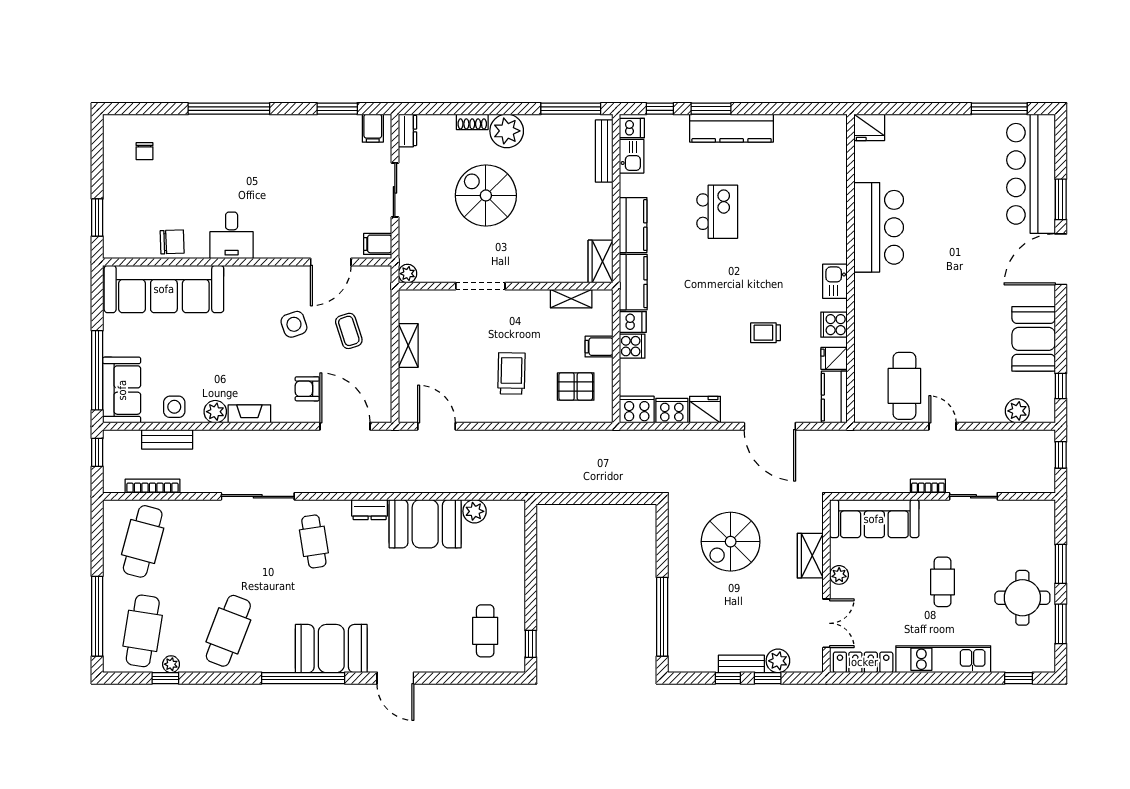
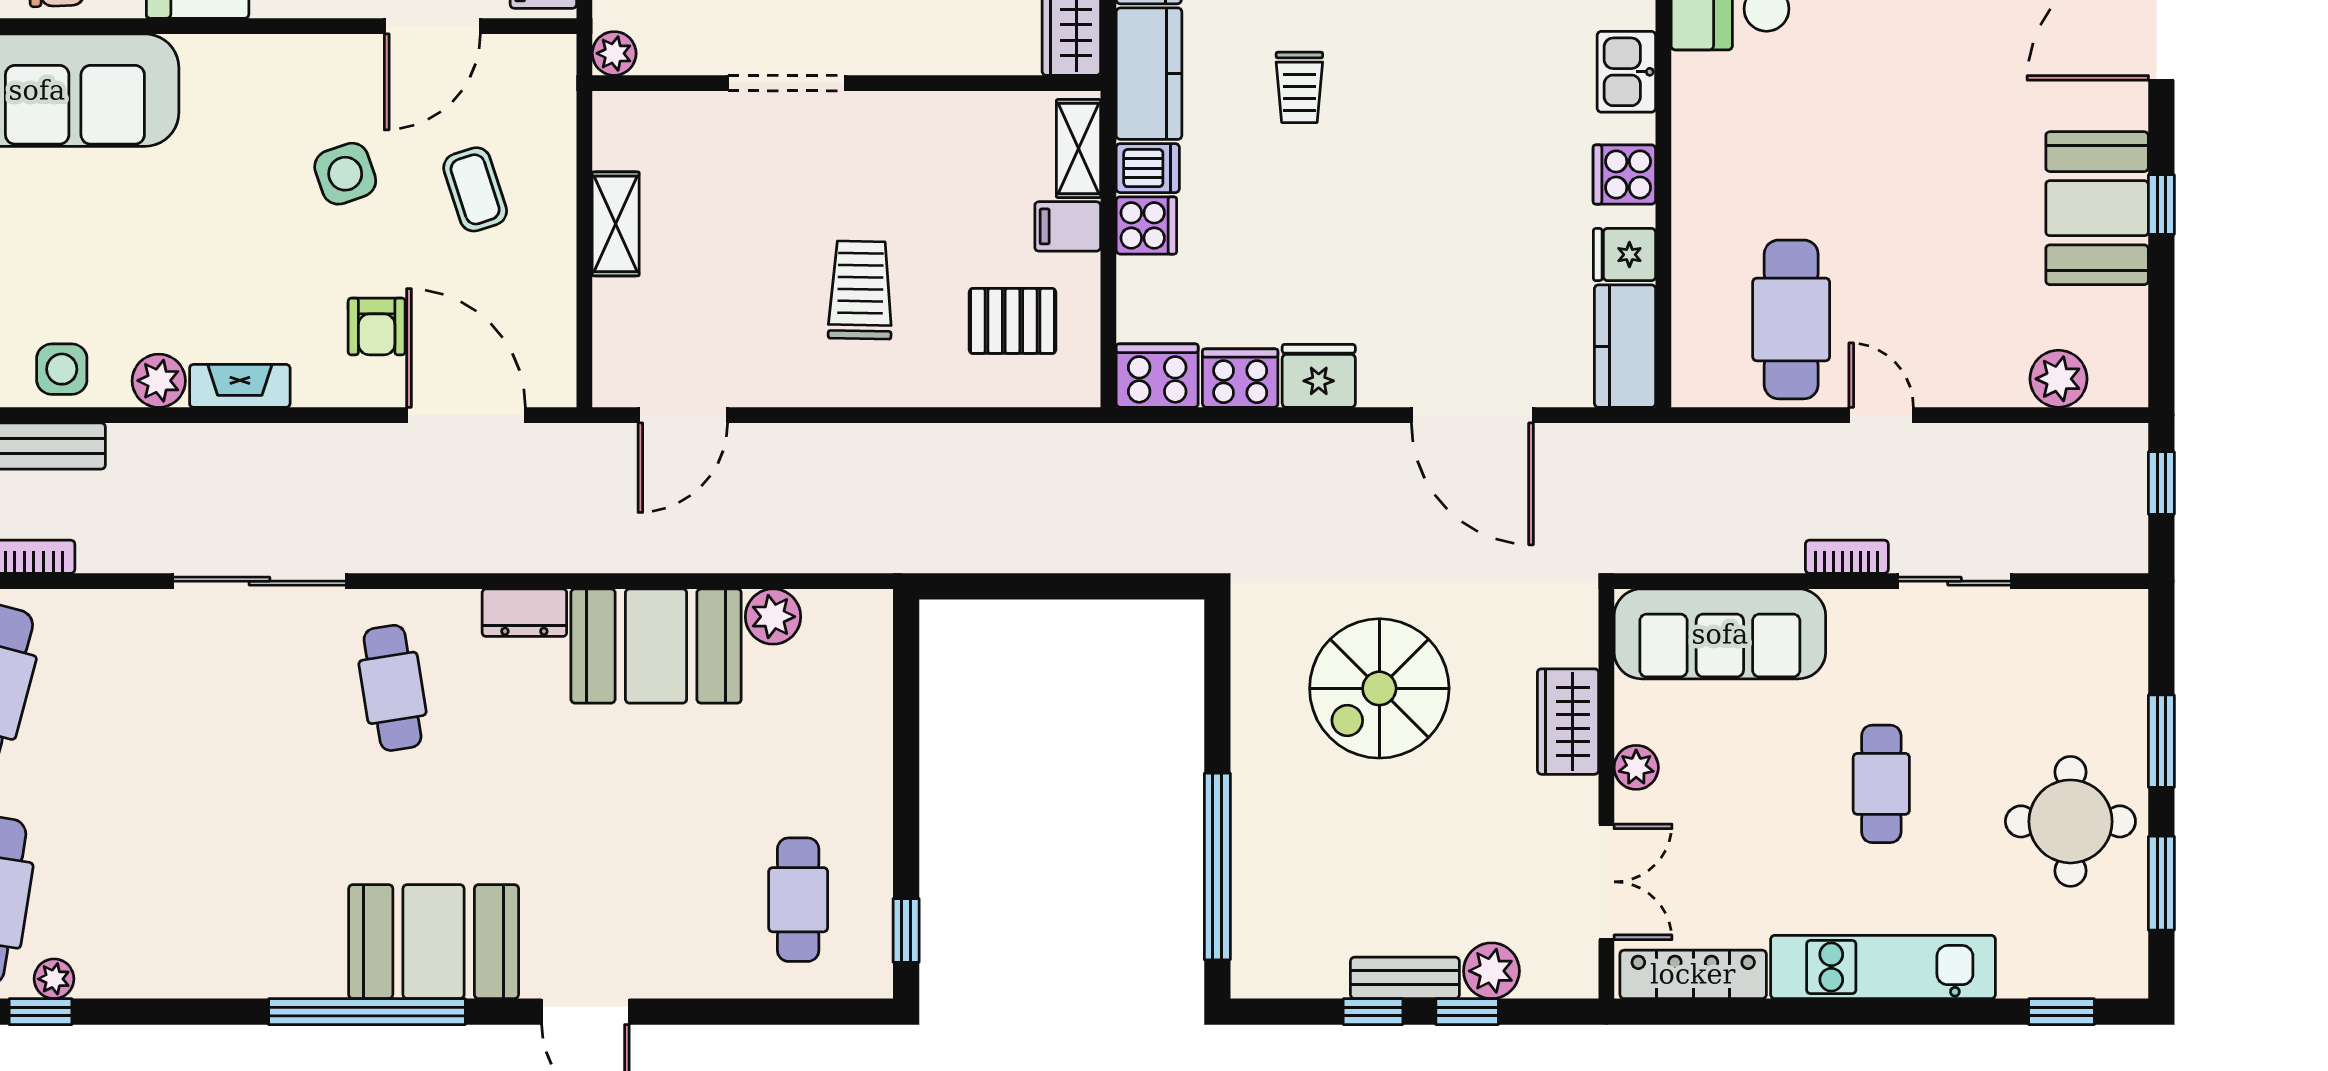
shelving: (571, 299) -> (1079, 149), moved, turned 90
trolley: (766, 333) -> (1299, 87), moved, turned -90
window: (1061, 386) -> (2161, 205), moved
armchair: (307, 389) -> (377, 326), turned -90
door: (436, 426) -> (683, 415), swing flipped
cafe table: (228, 631) -> (190, 900), removed

